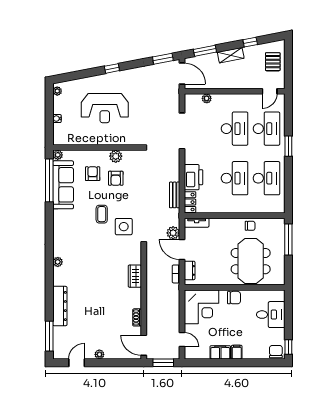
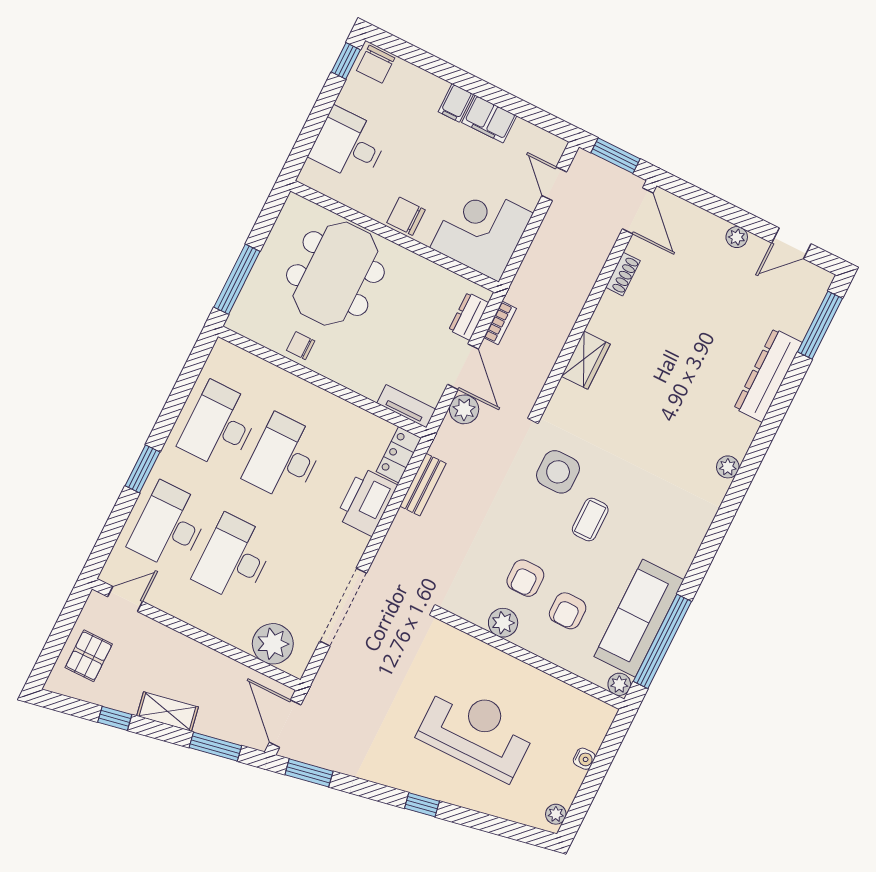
plant: (207, 98) -> (273, 644), width x1.87, depth x1.87
armchair: (116, 178) -> (525, 578), turned 180

